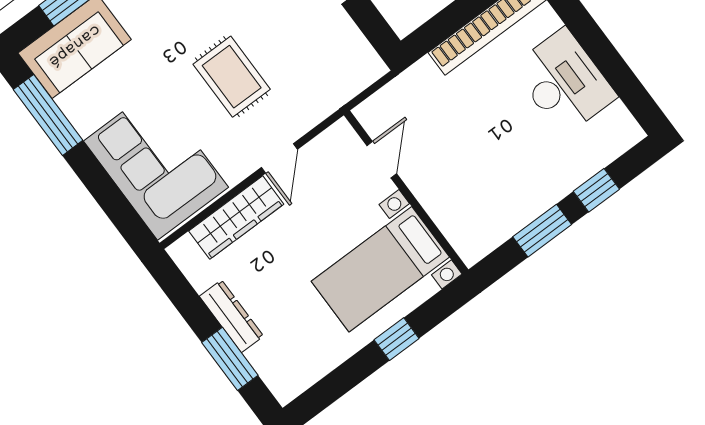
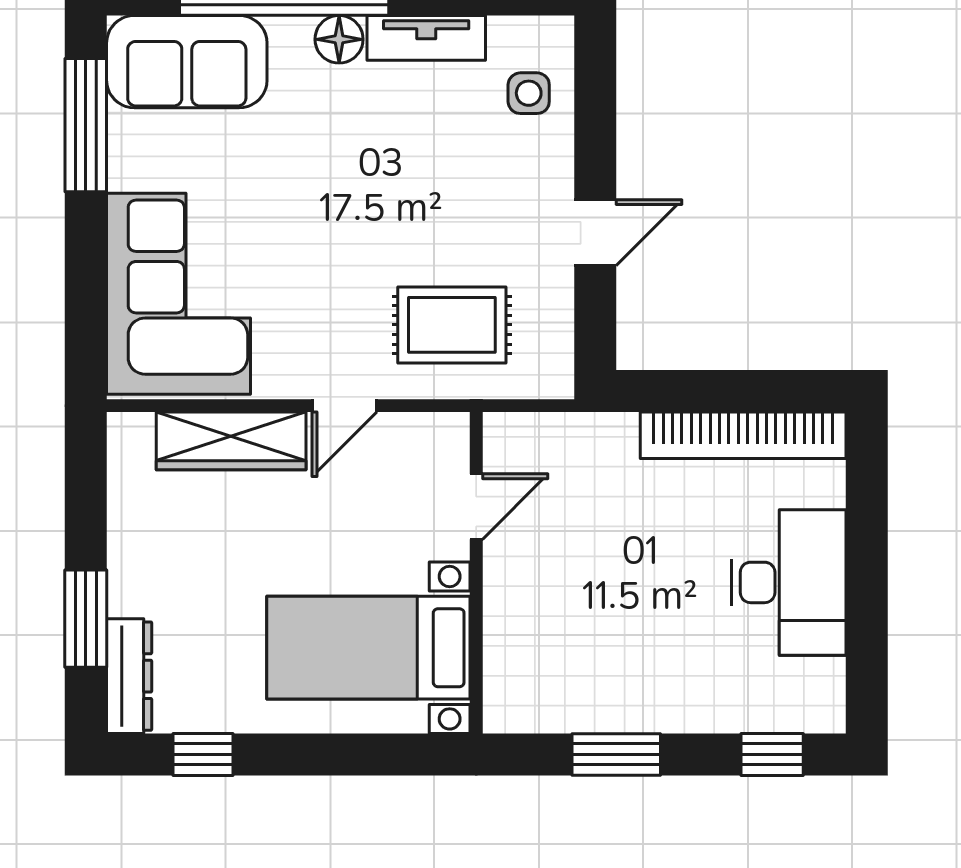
rug: (232, 77) -> (452, 325), moved, turned 90
window: (596, 190) -> (772, 754), moved
dresser: (231, 316) -> (129, 676), moved
window: (397, 339) -> (203, 754), moved

